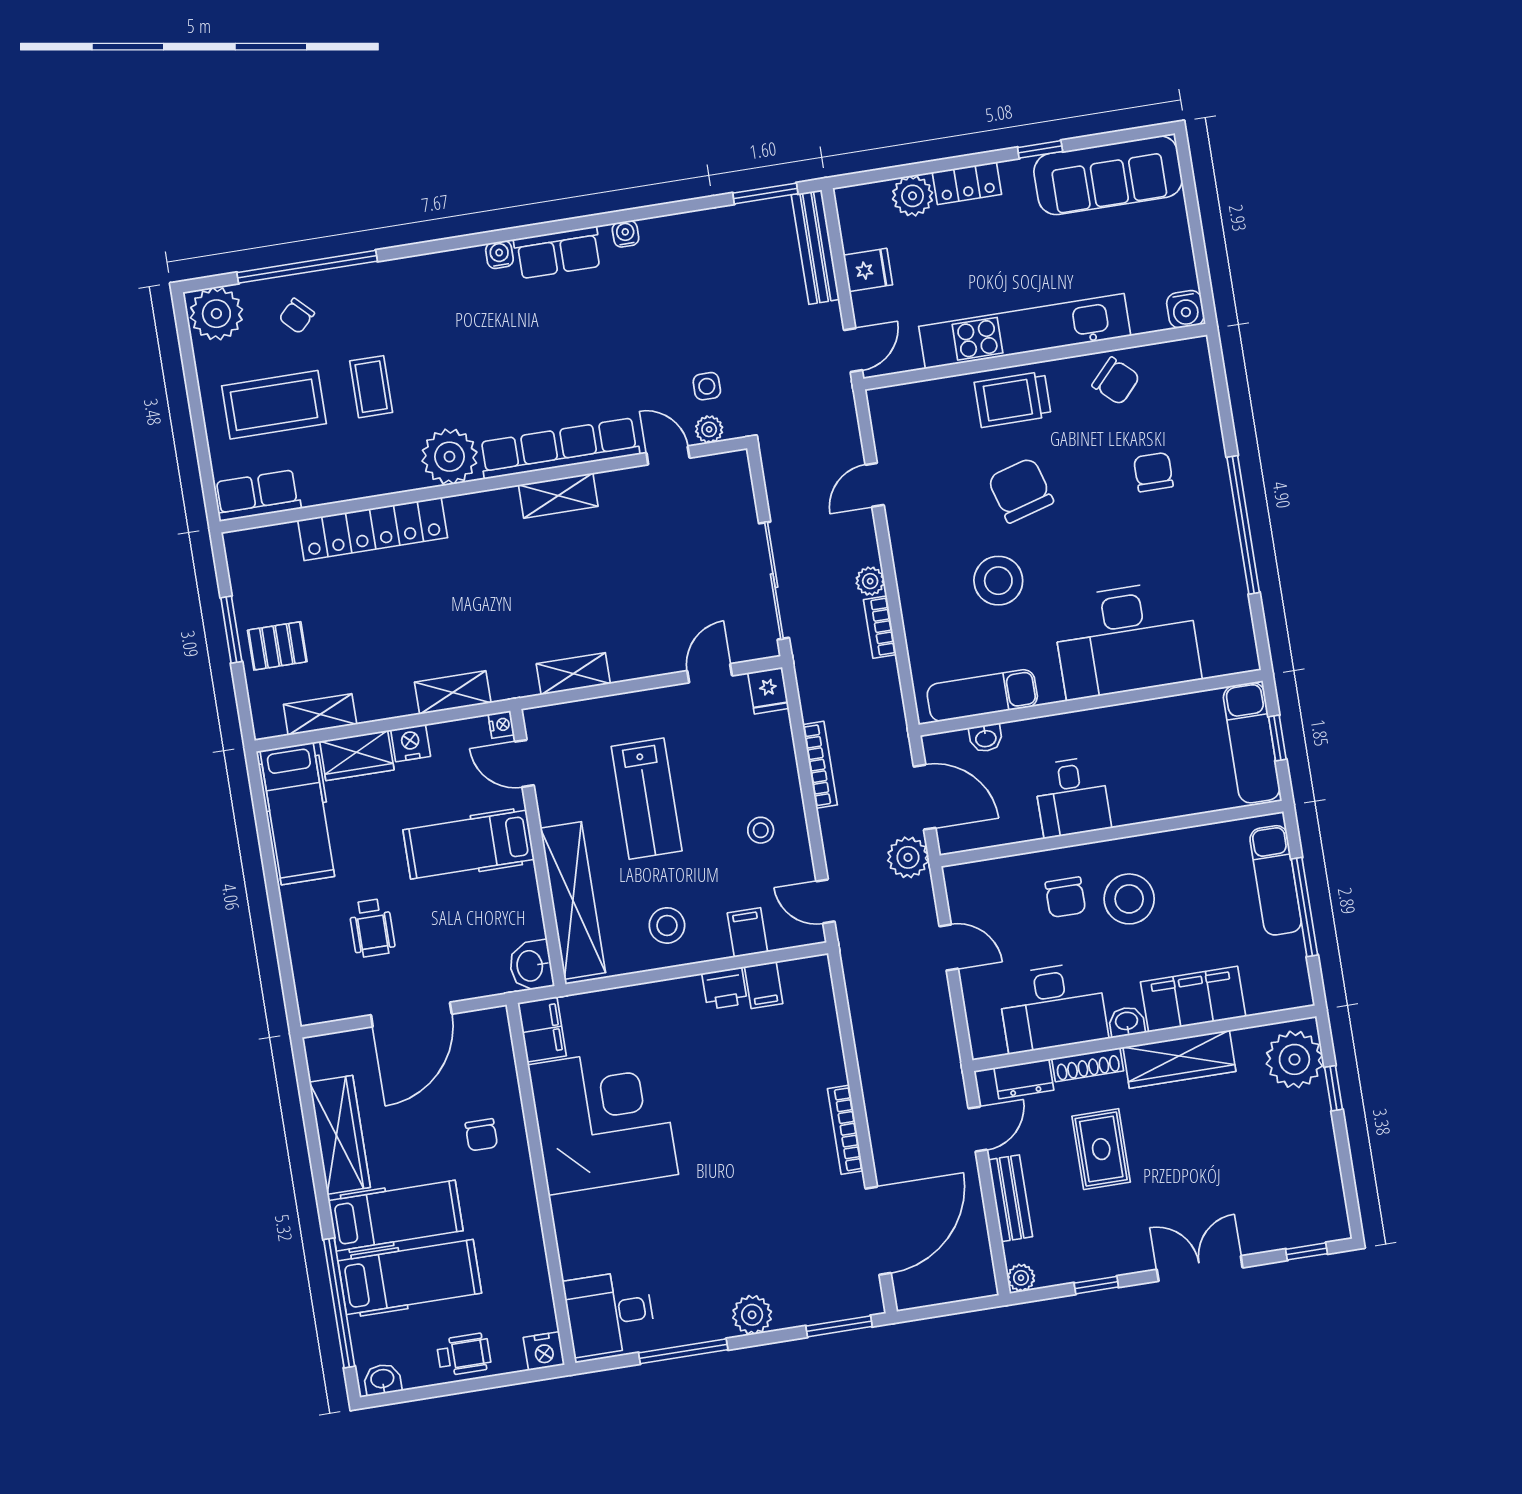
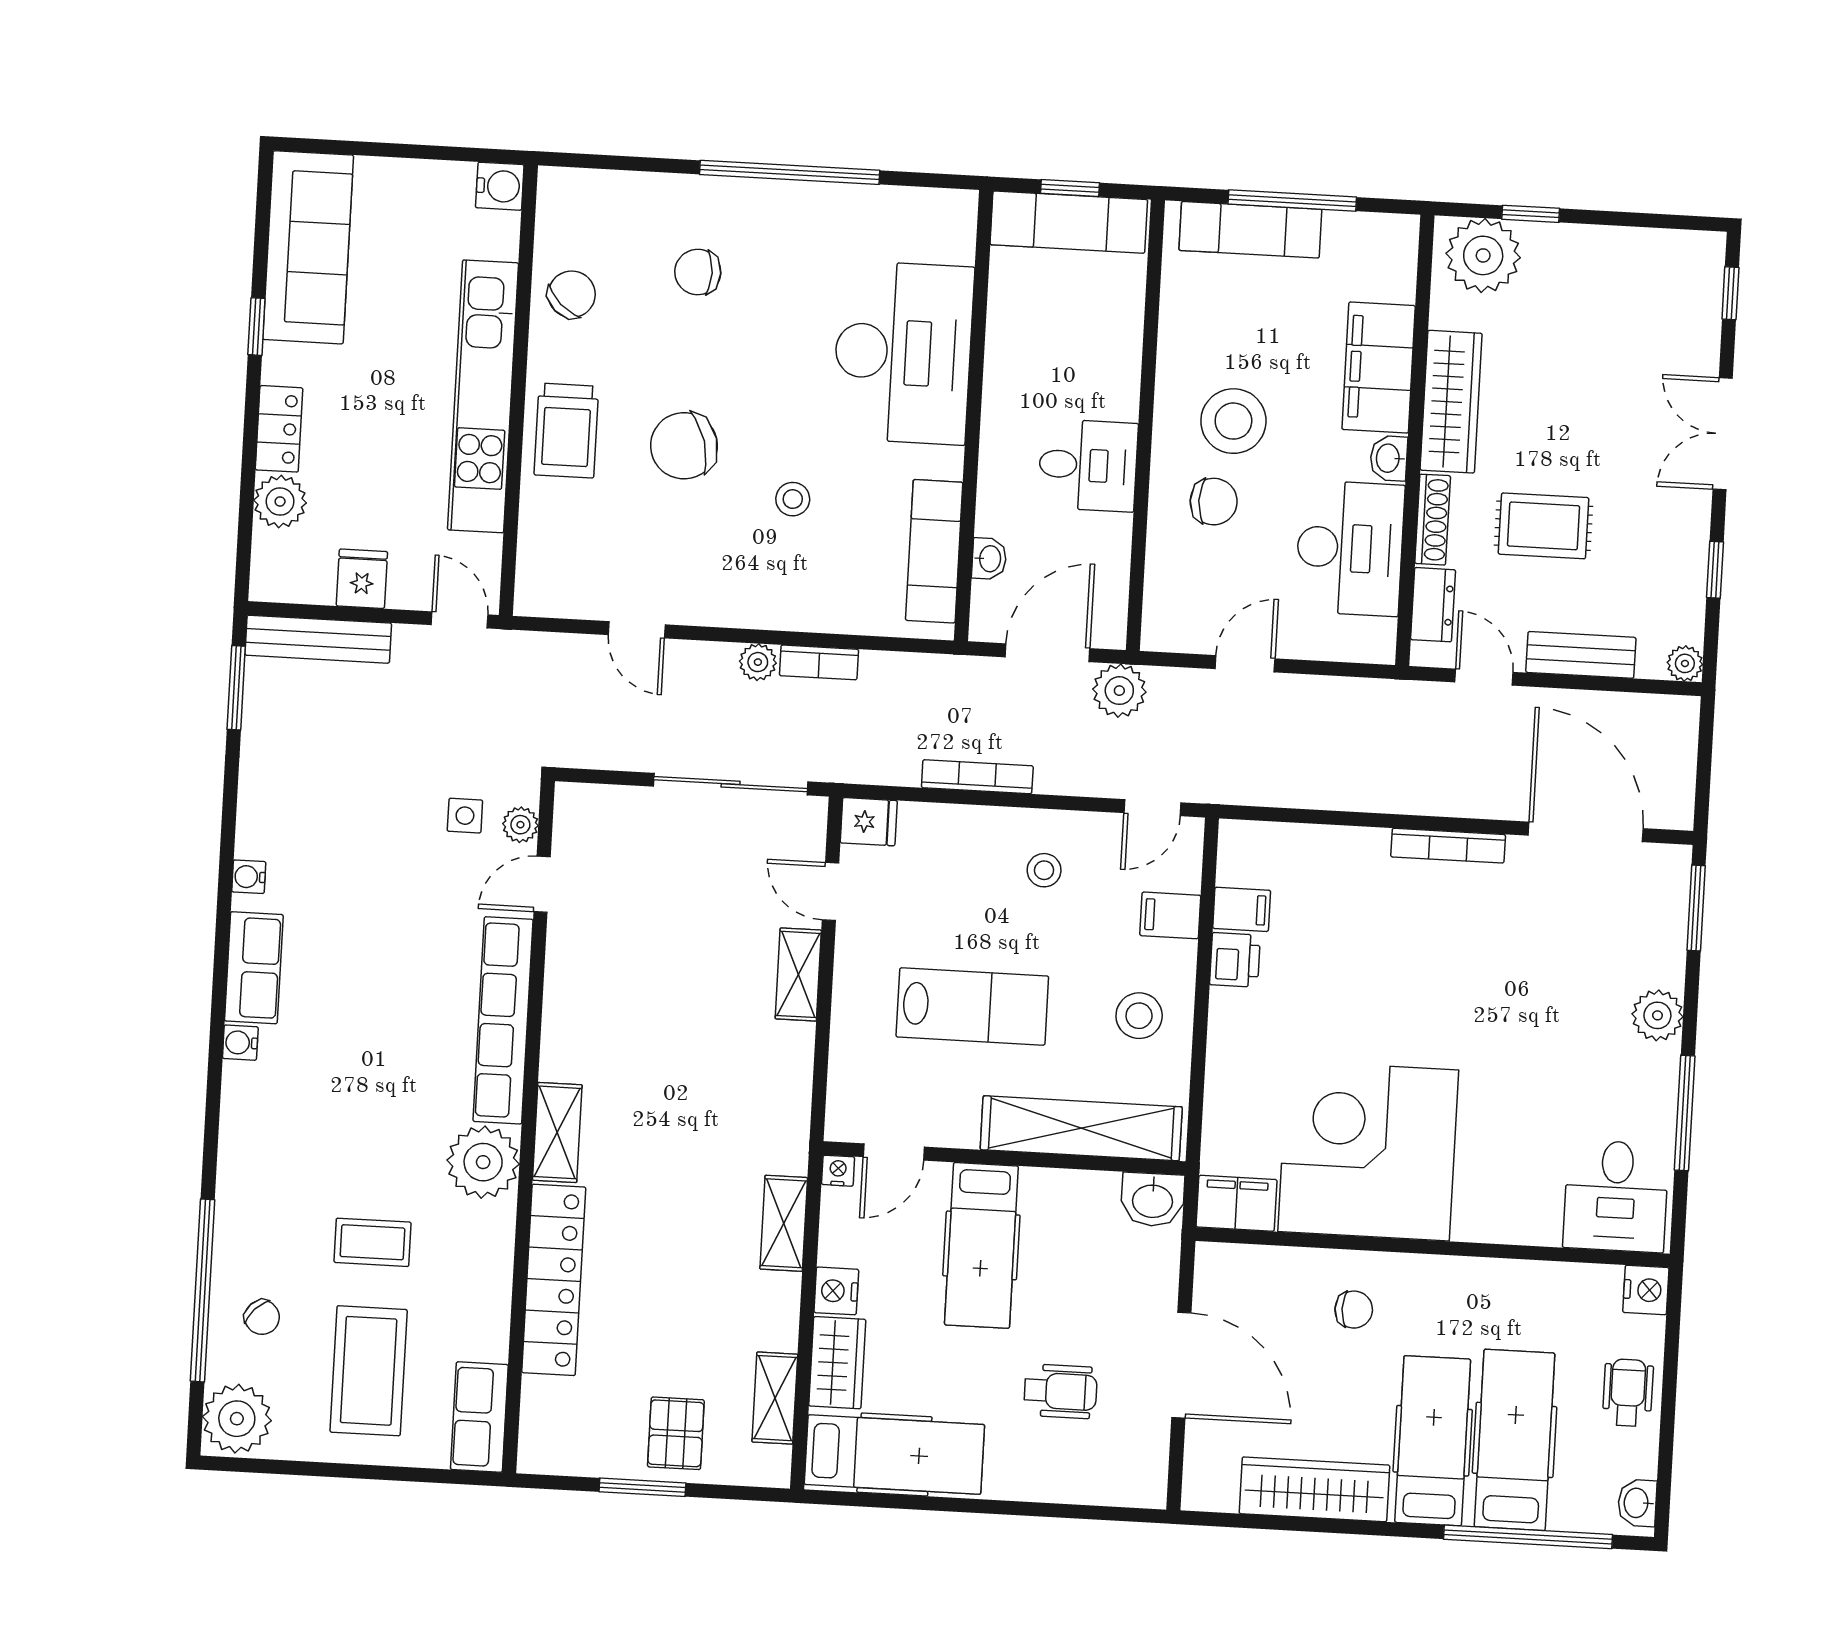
shelving: (558, 496) -> (557, 1132), moved
stool: (998, 581) -> (793, 499), width x0.53, depth x0.53
shelving: (573, 674) -> (798, 974), moved

